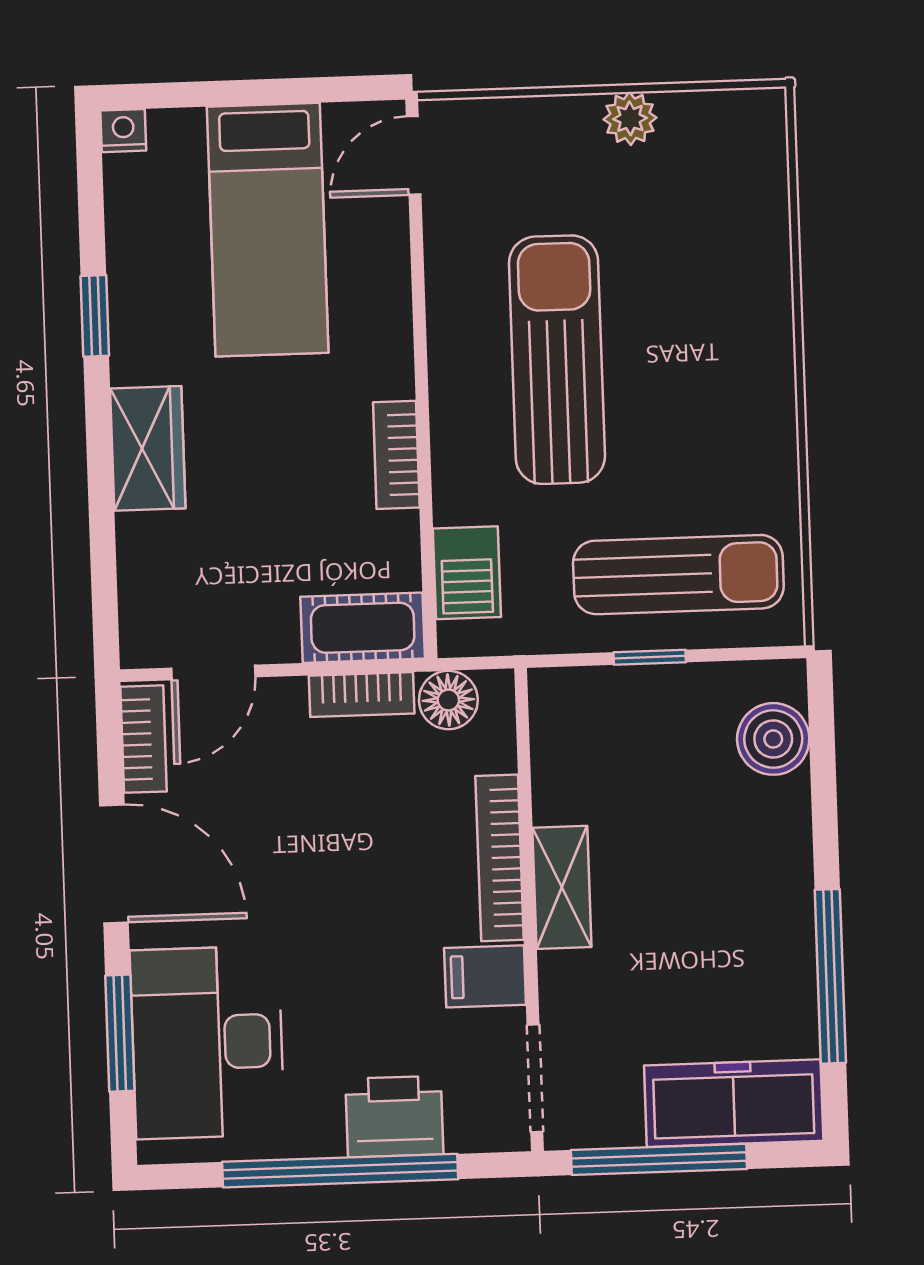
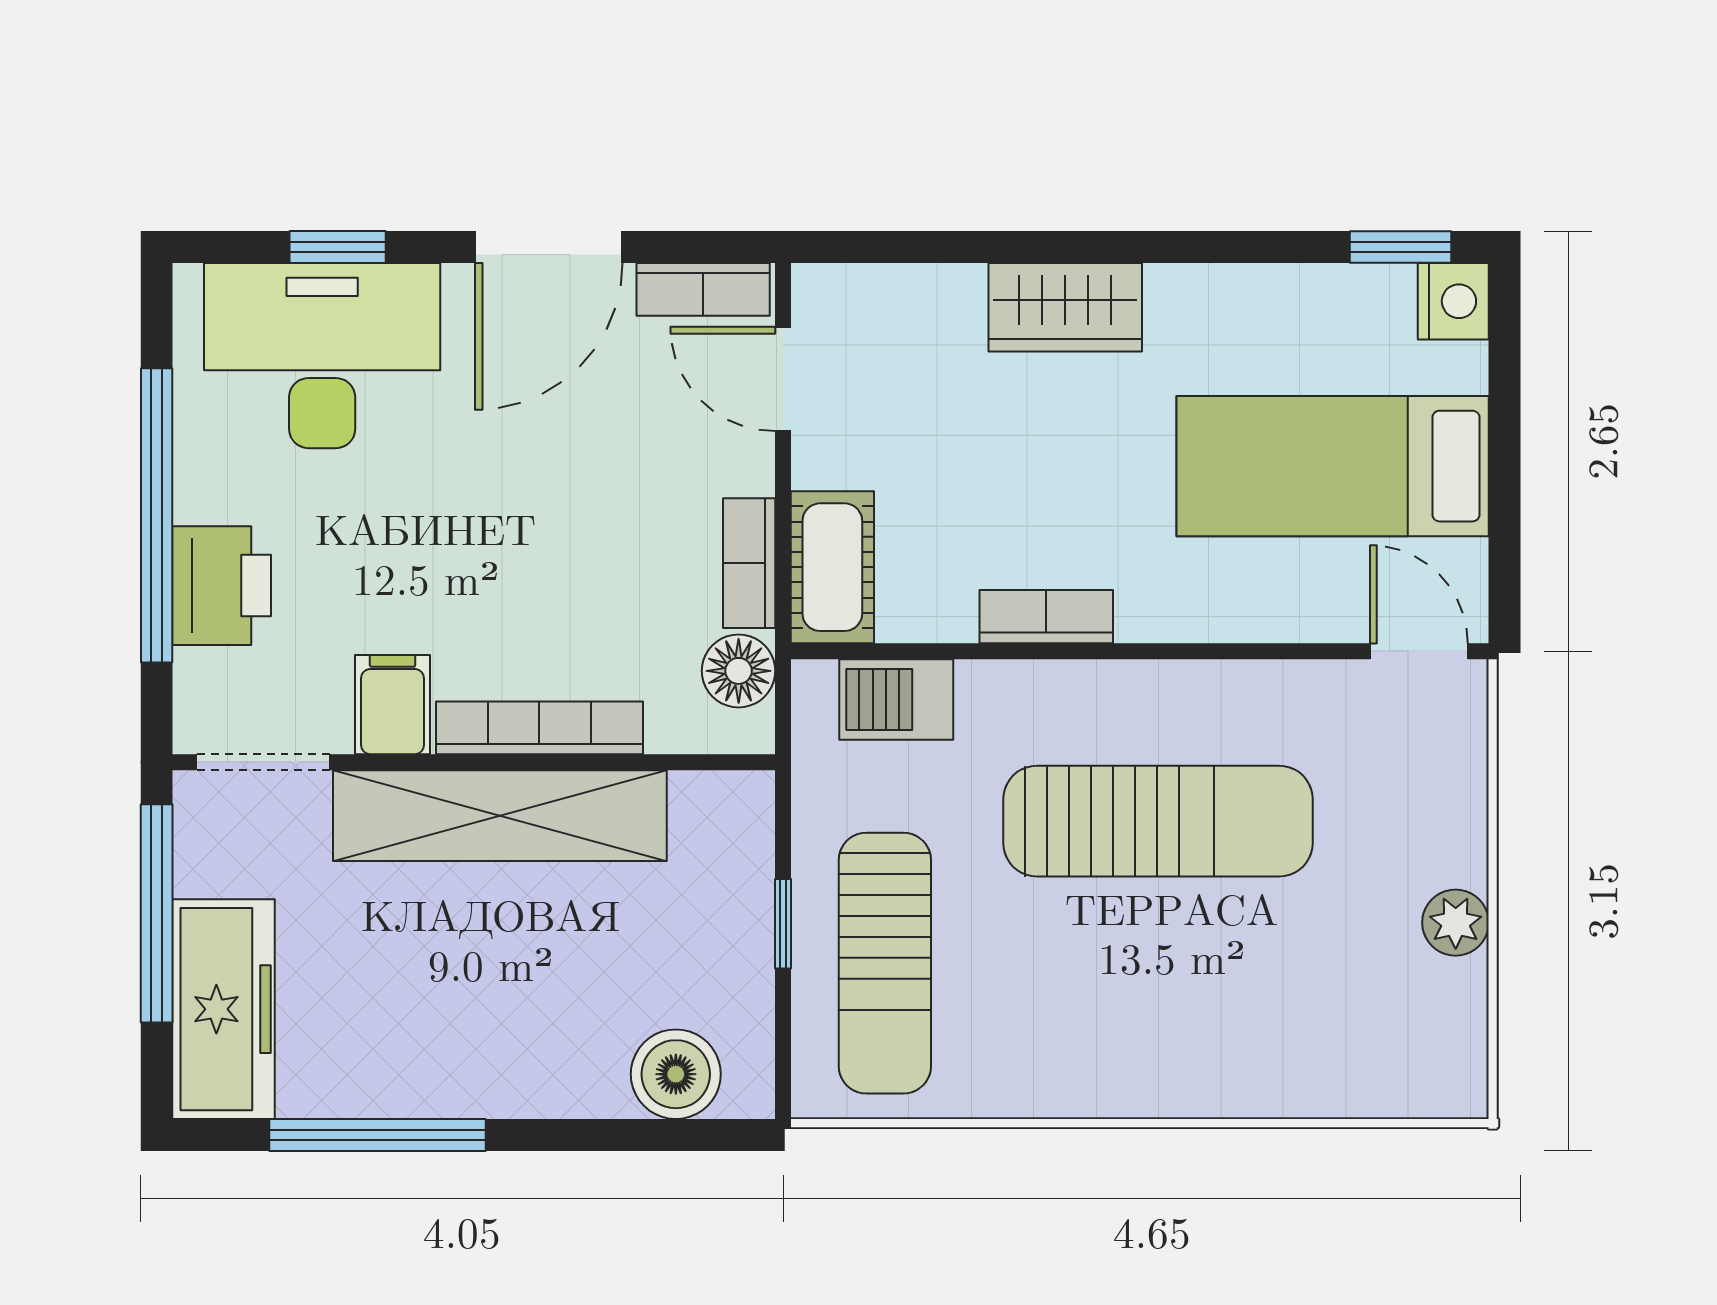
nightstand: (123, 131) -> (1453, 301), width x1.39, depth x1.35
window: (95, 316) -> (1400, 247), moved
shelving: (562, 887) -> (500, 816), width x2.20, depth x1.33
window: (120, 1033) -> (338, 247), width x0.67

